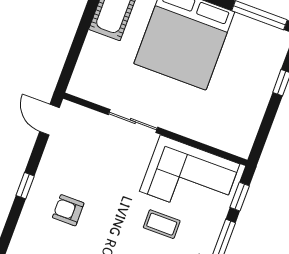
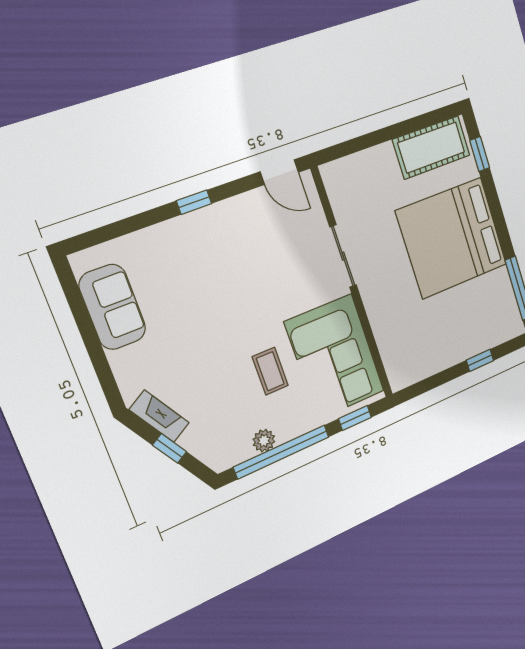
door: (50, 120) -> (279, 172), swing flipped
armchair: (68, 210) -> (206, 268), removed

